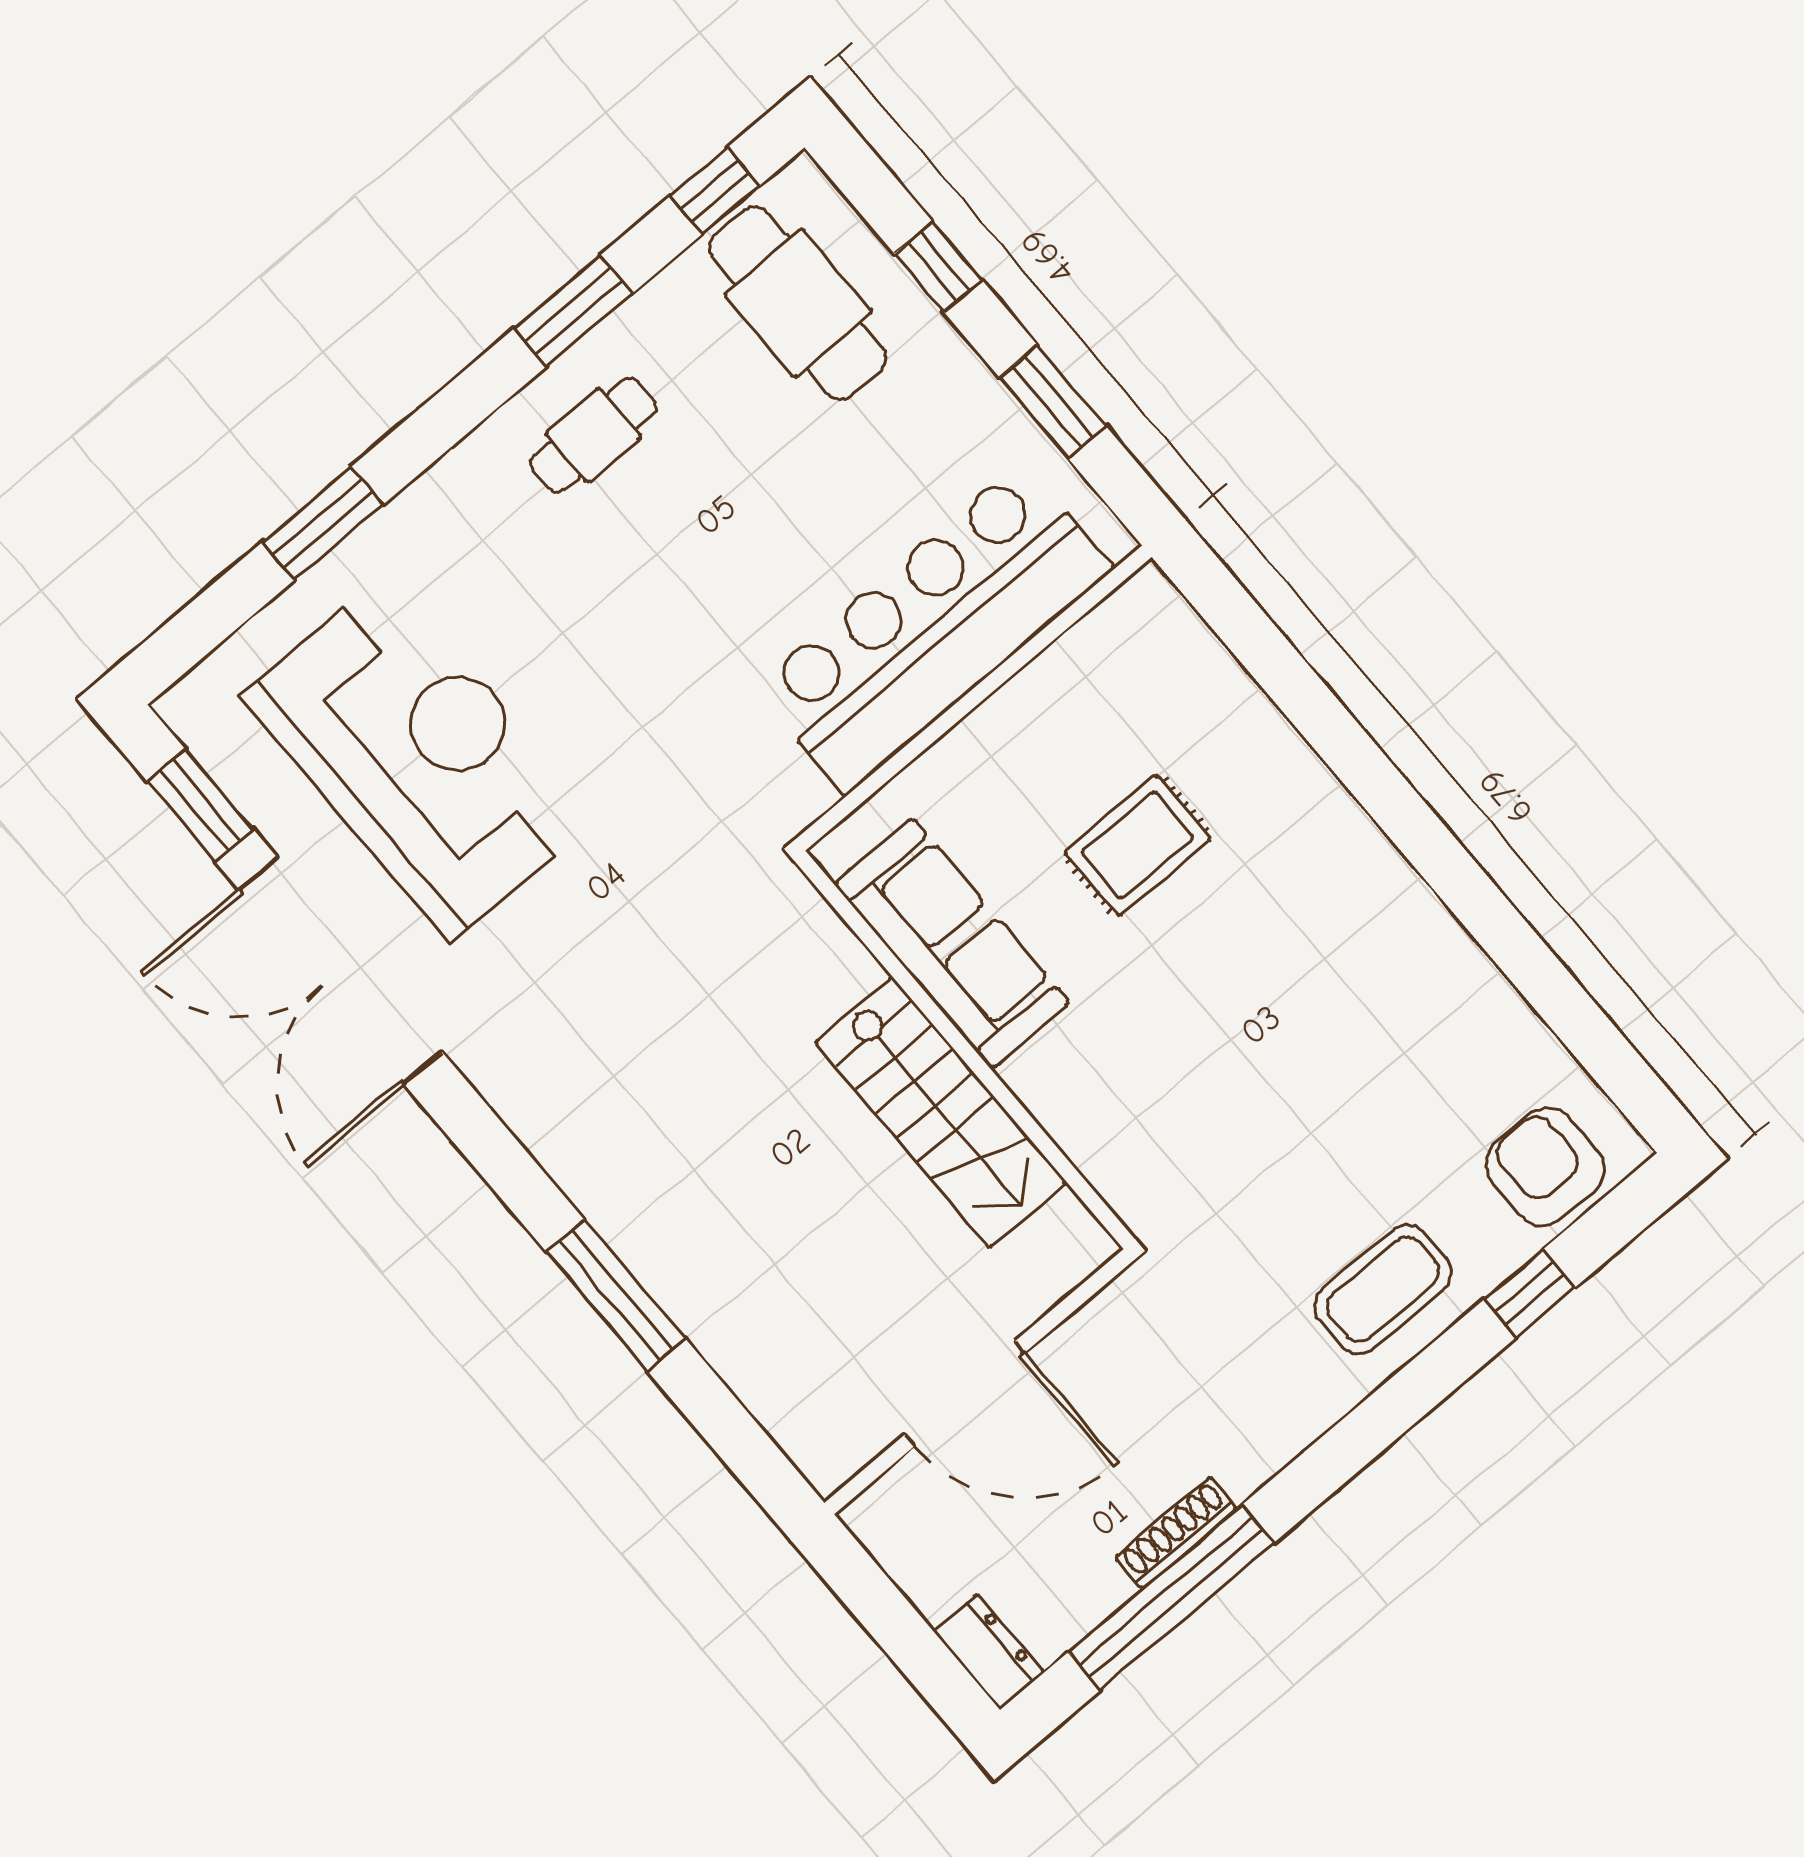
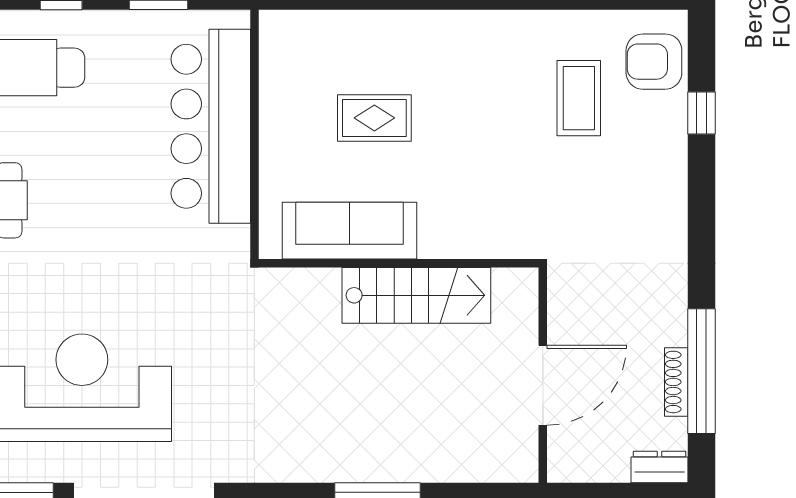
rug: (1138, 845) -> (374, 118), turned 90
coffee table: (1383, 1289) -> (579, 98), moved
shoe rack: (1176, 1533) -> (676, 382), moved

